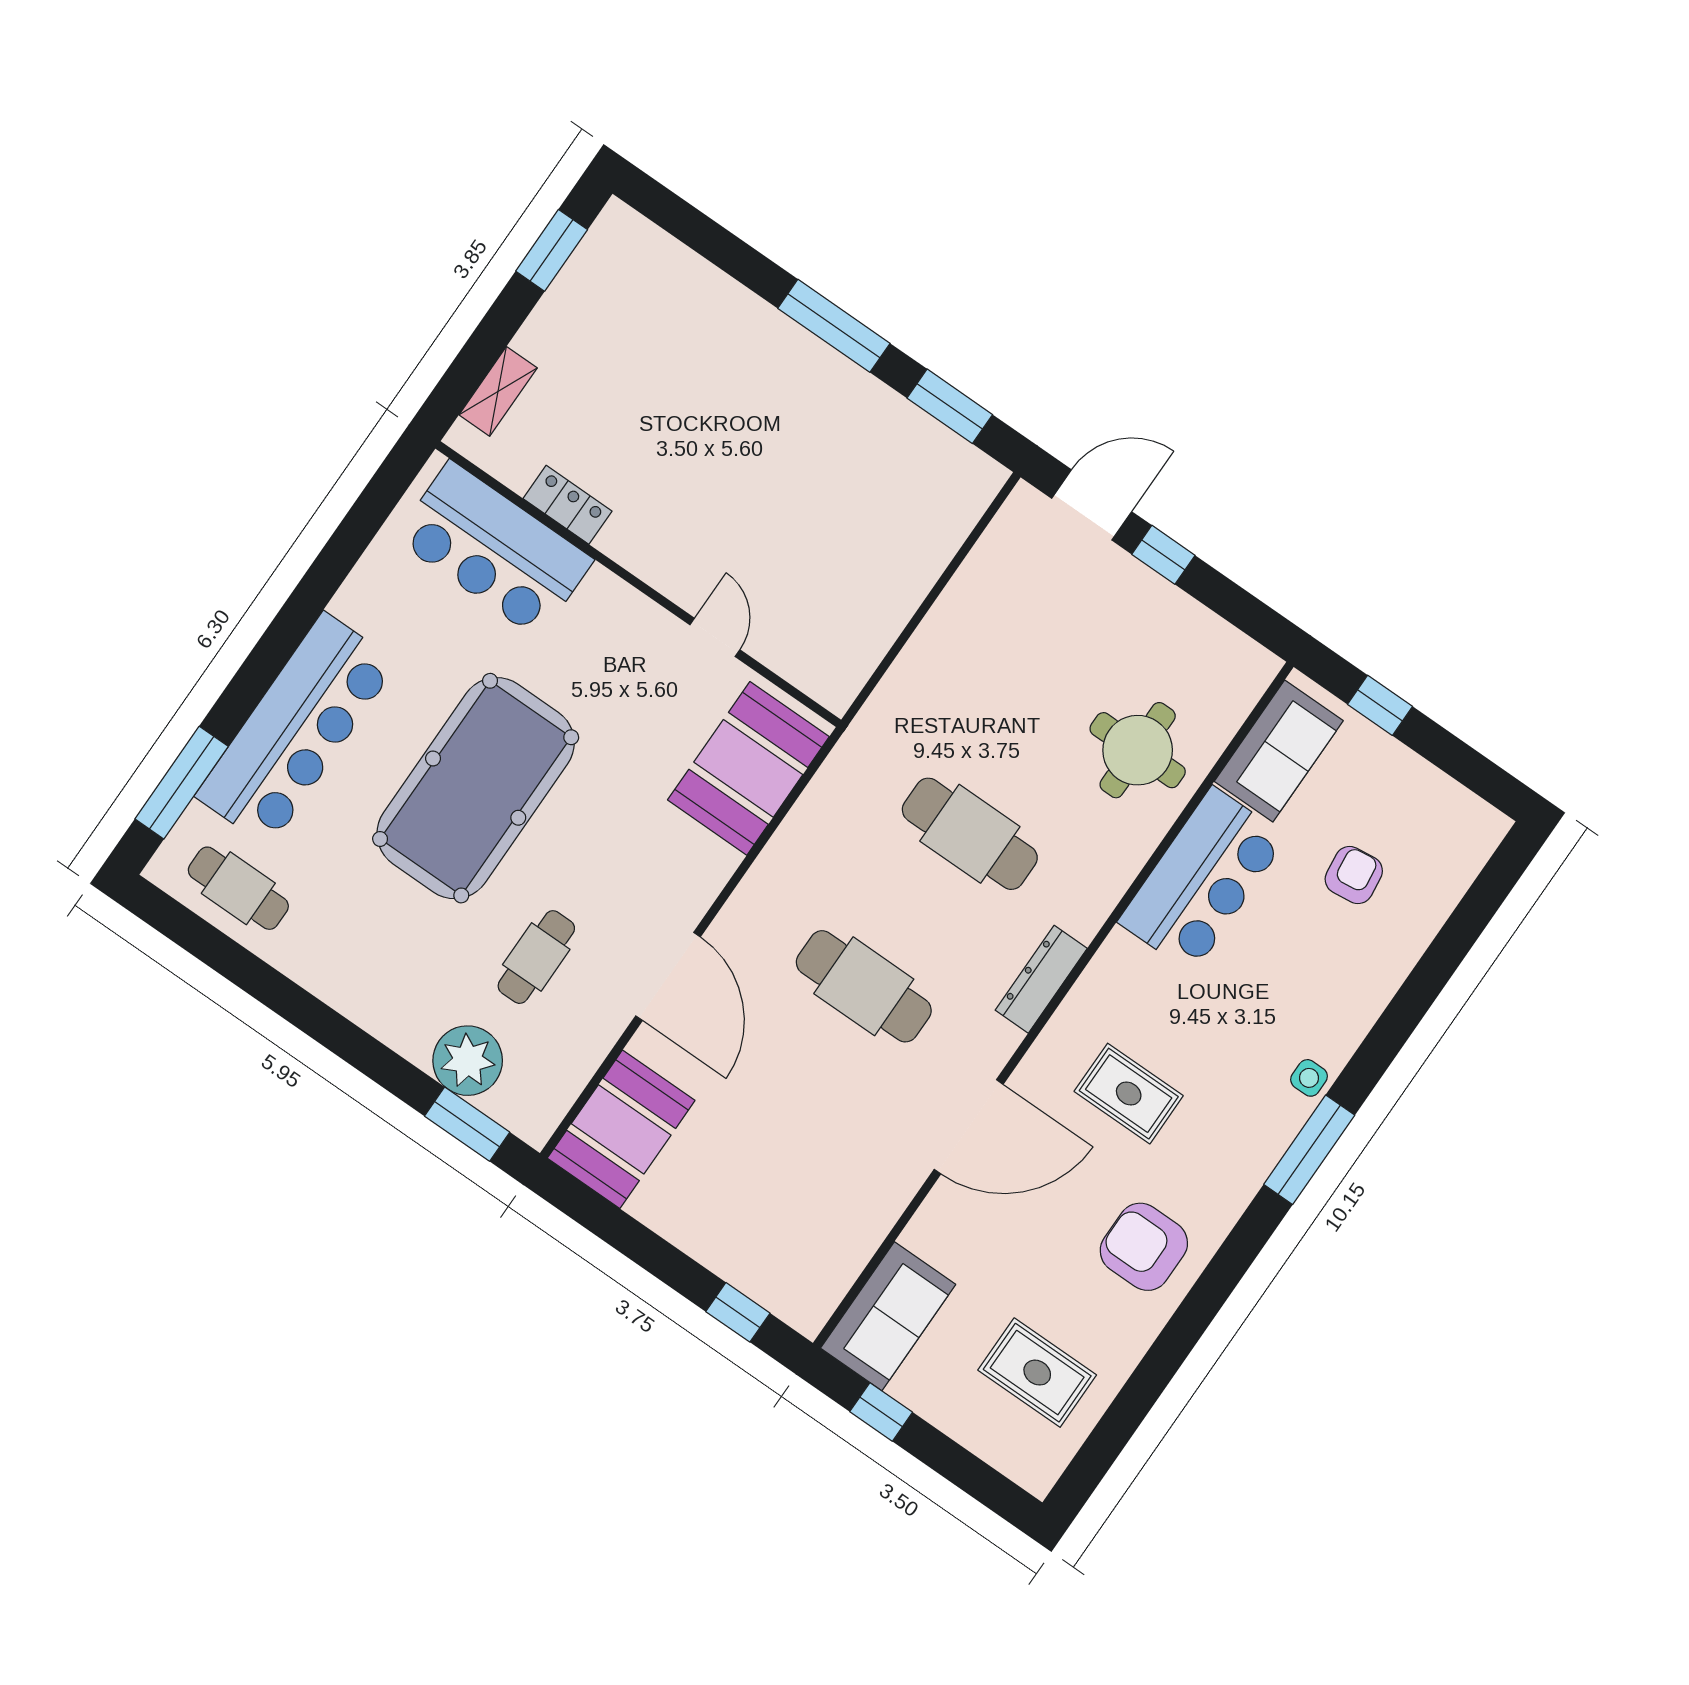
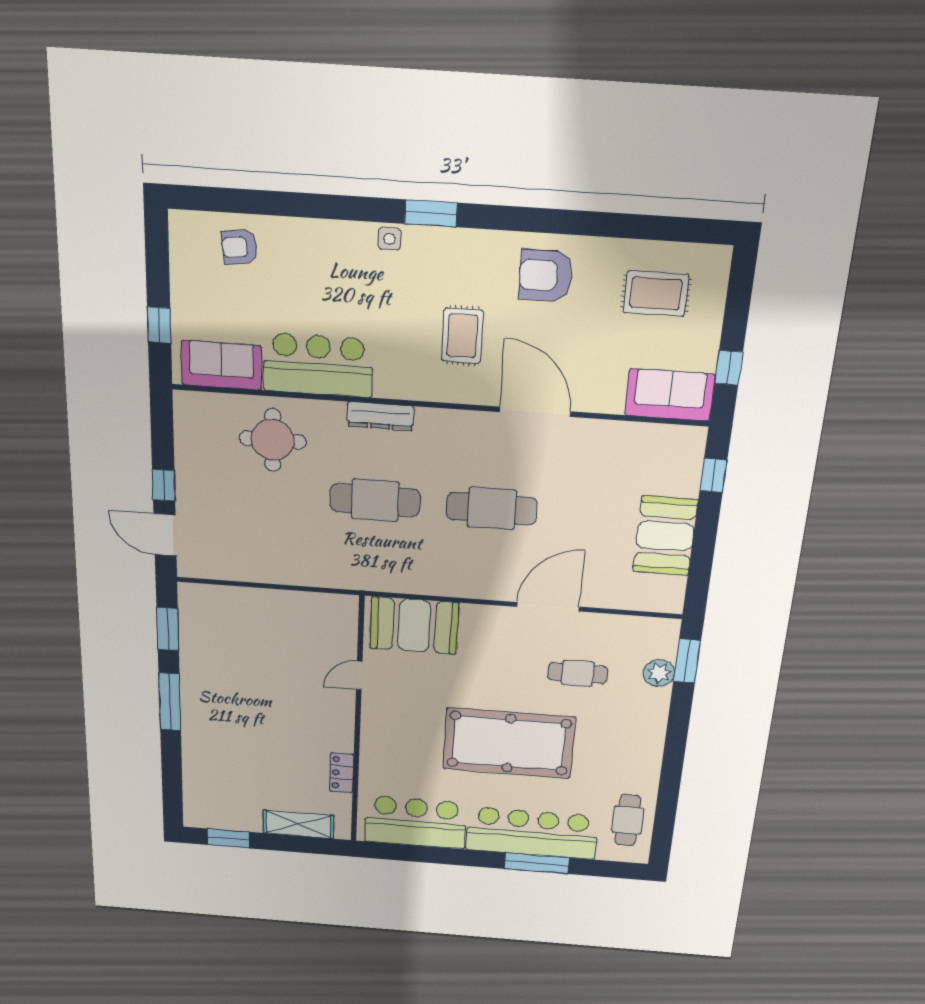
shelving: (498, 391) -> (298, 824), width x1.50, depth x1.33
bar counter: (494, 549) -> (416, 822), moved, turned -90
window: (182, 783) -> (537, 863), moved
cafe table: (970, 834) -> (375, 500), turned 90
armchair: (1354, 875) -> (240, 247), moved
dresser: (1041, 979) -> (380, 416), moved
cafe table: (864, 986) -> (492, 509), turned 90
plant: (468, 1061) -> (659, 673), width x0.73, depth x0.73
booth: (621, 1129) -> (665, 536), moved, turned 90
window: (1309, 1150) -> (431, 213), width x0.69
armchair: (1144, 1247) -> (546, 276), turned 90
rug: (1037, 1373) -> (656, 293), turned 90

